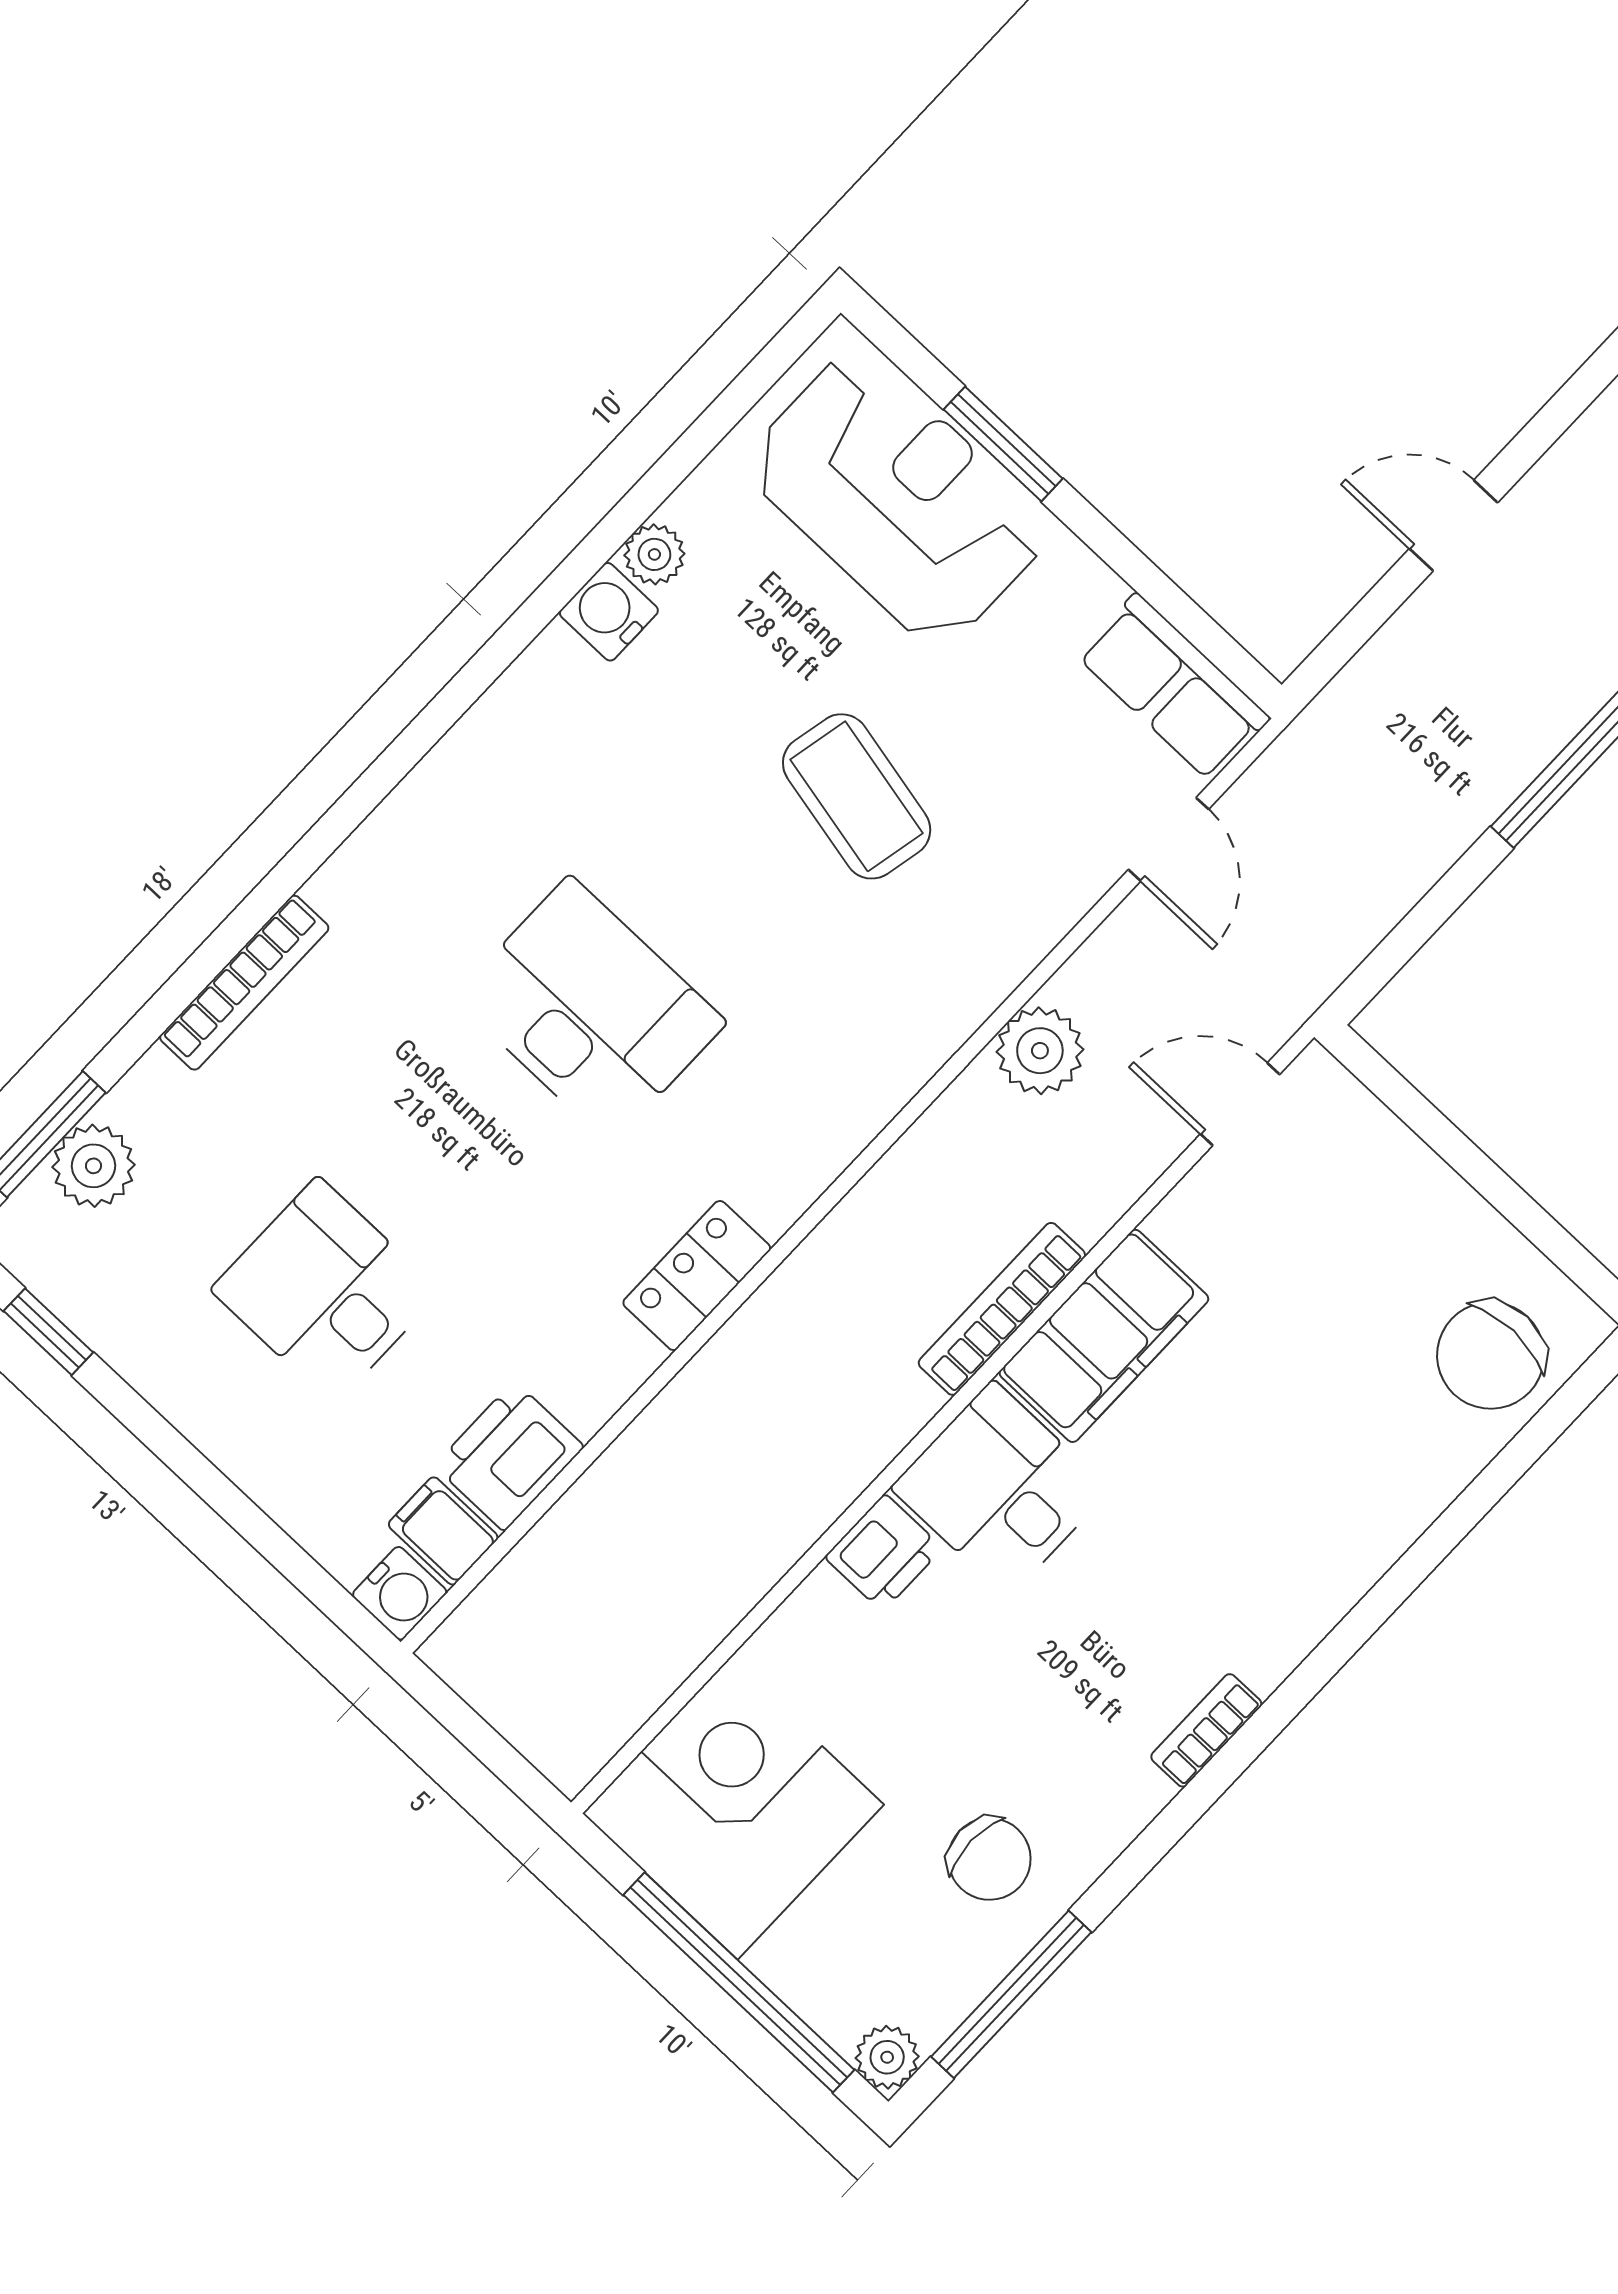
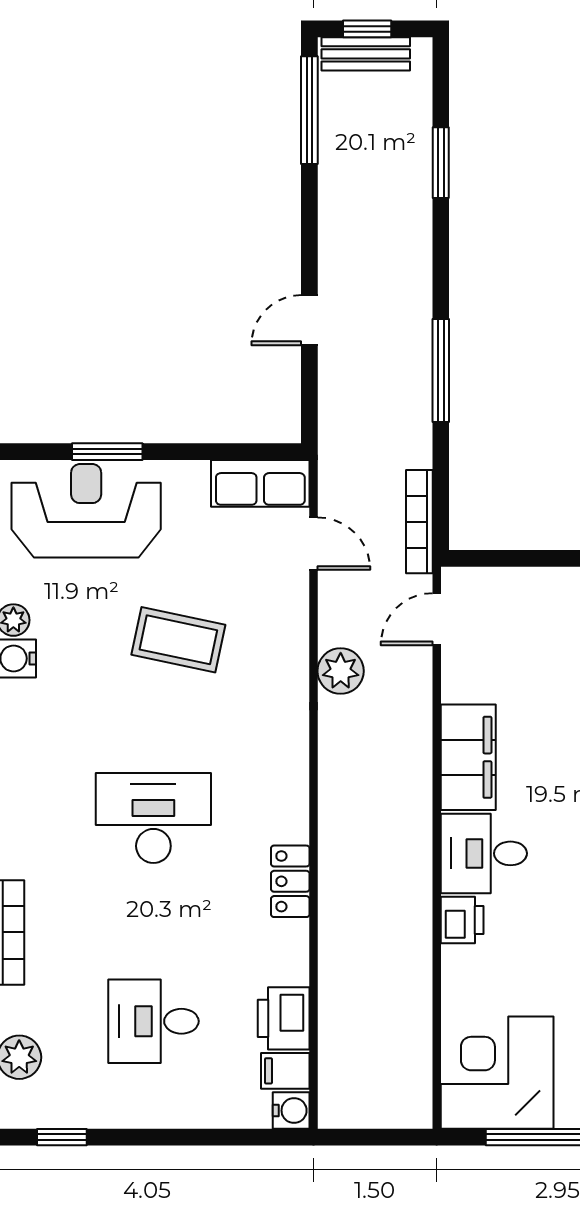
bookcase: (1002, 1309) -> (419, 522), moved

